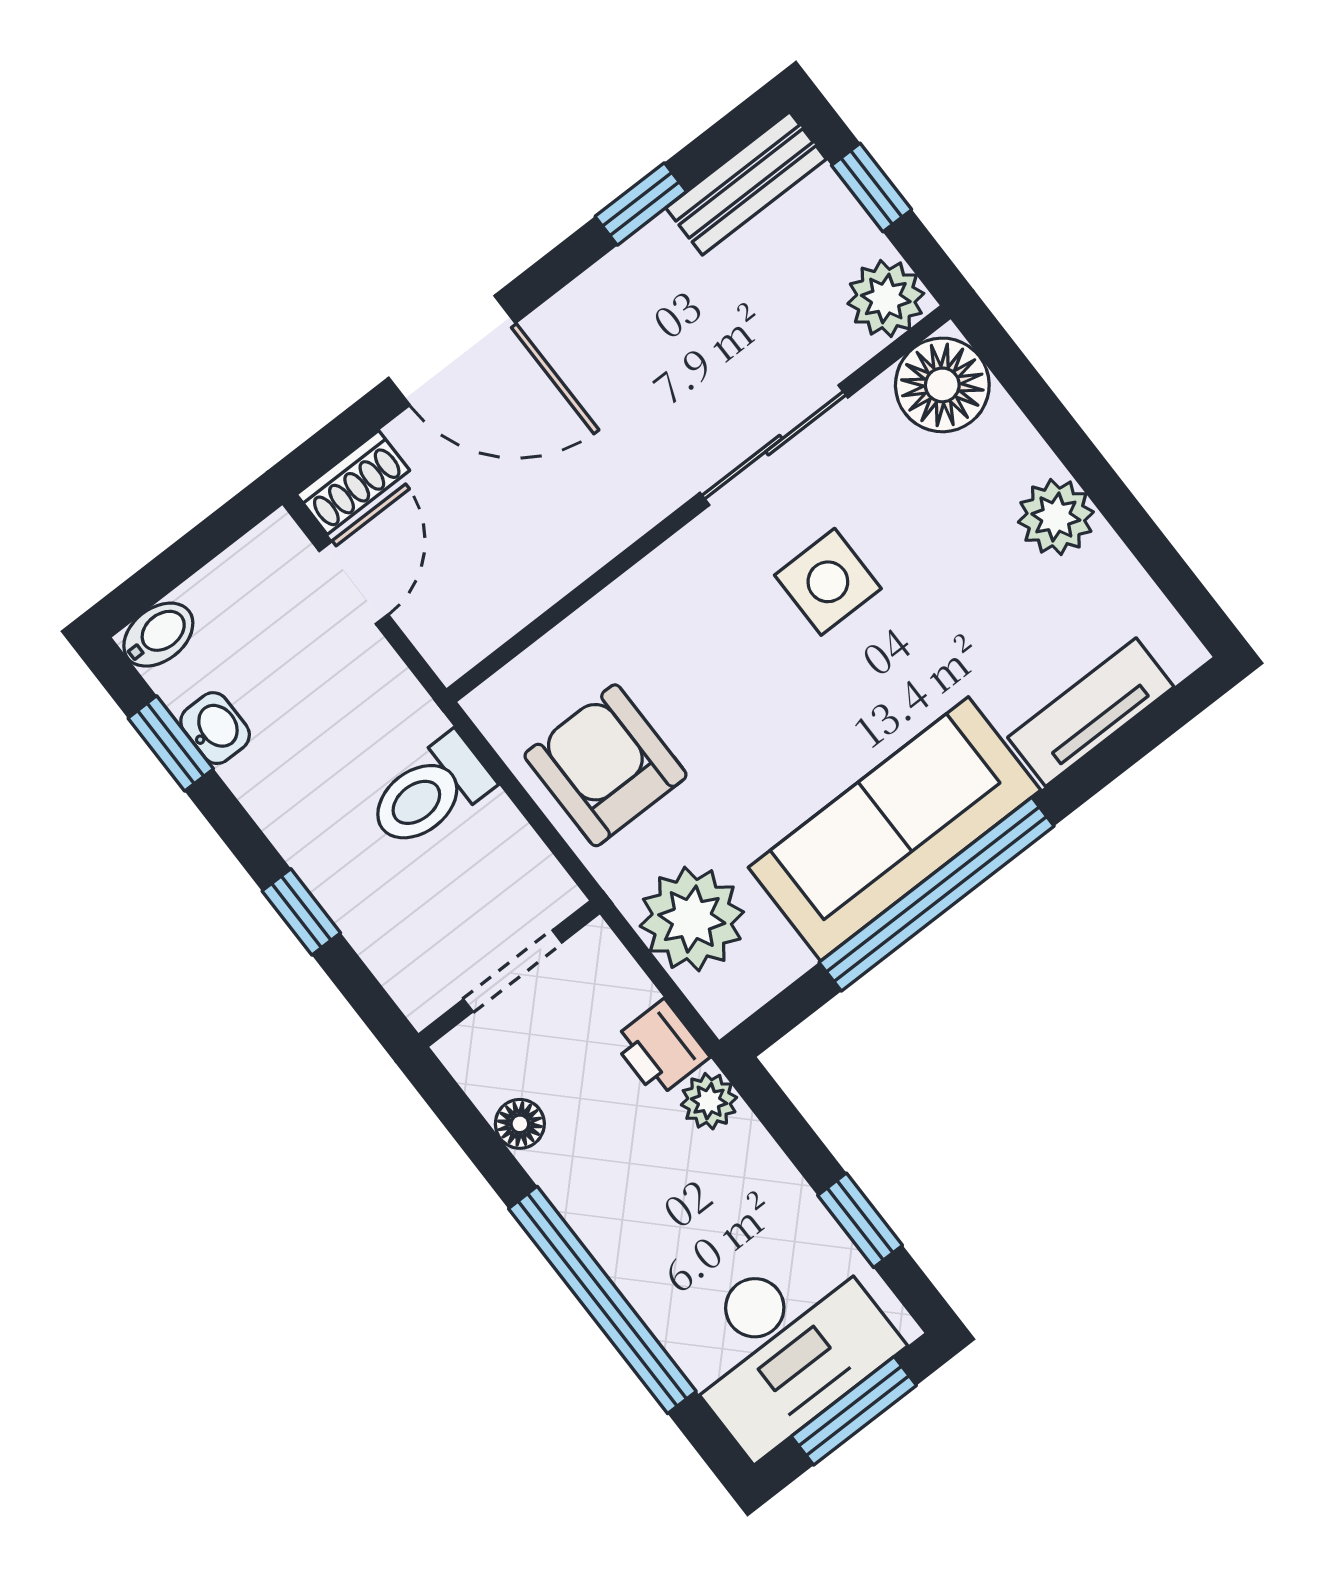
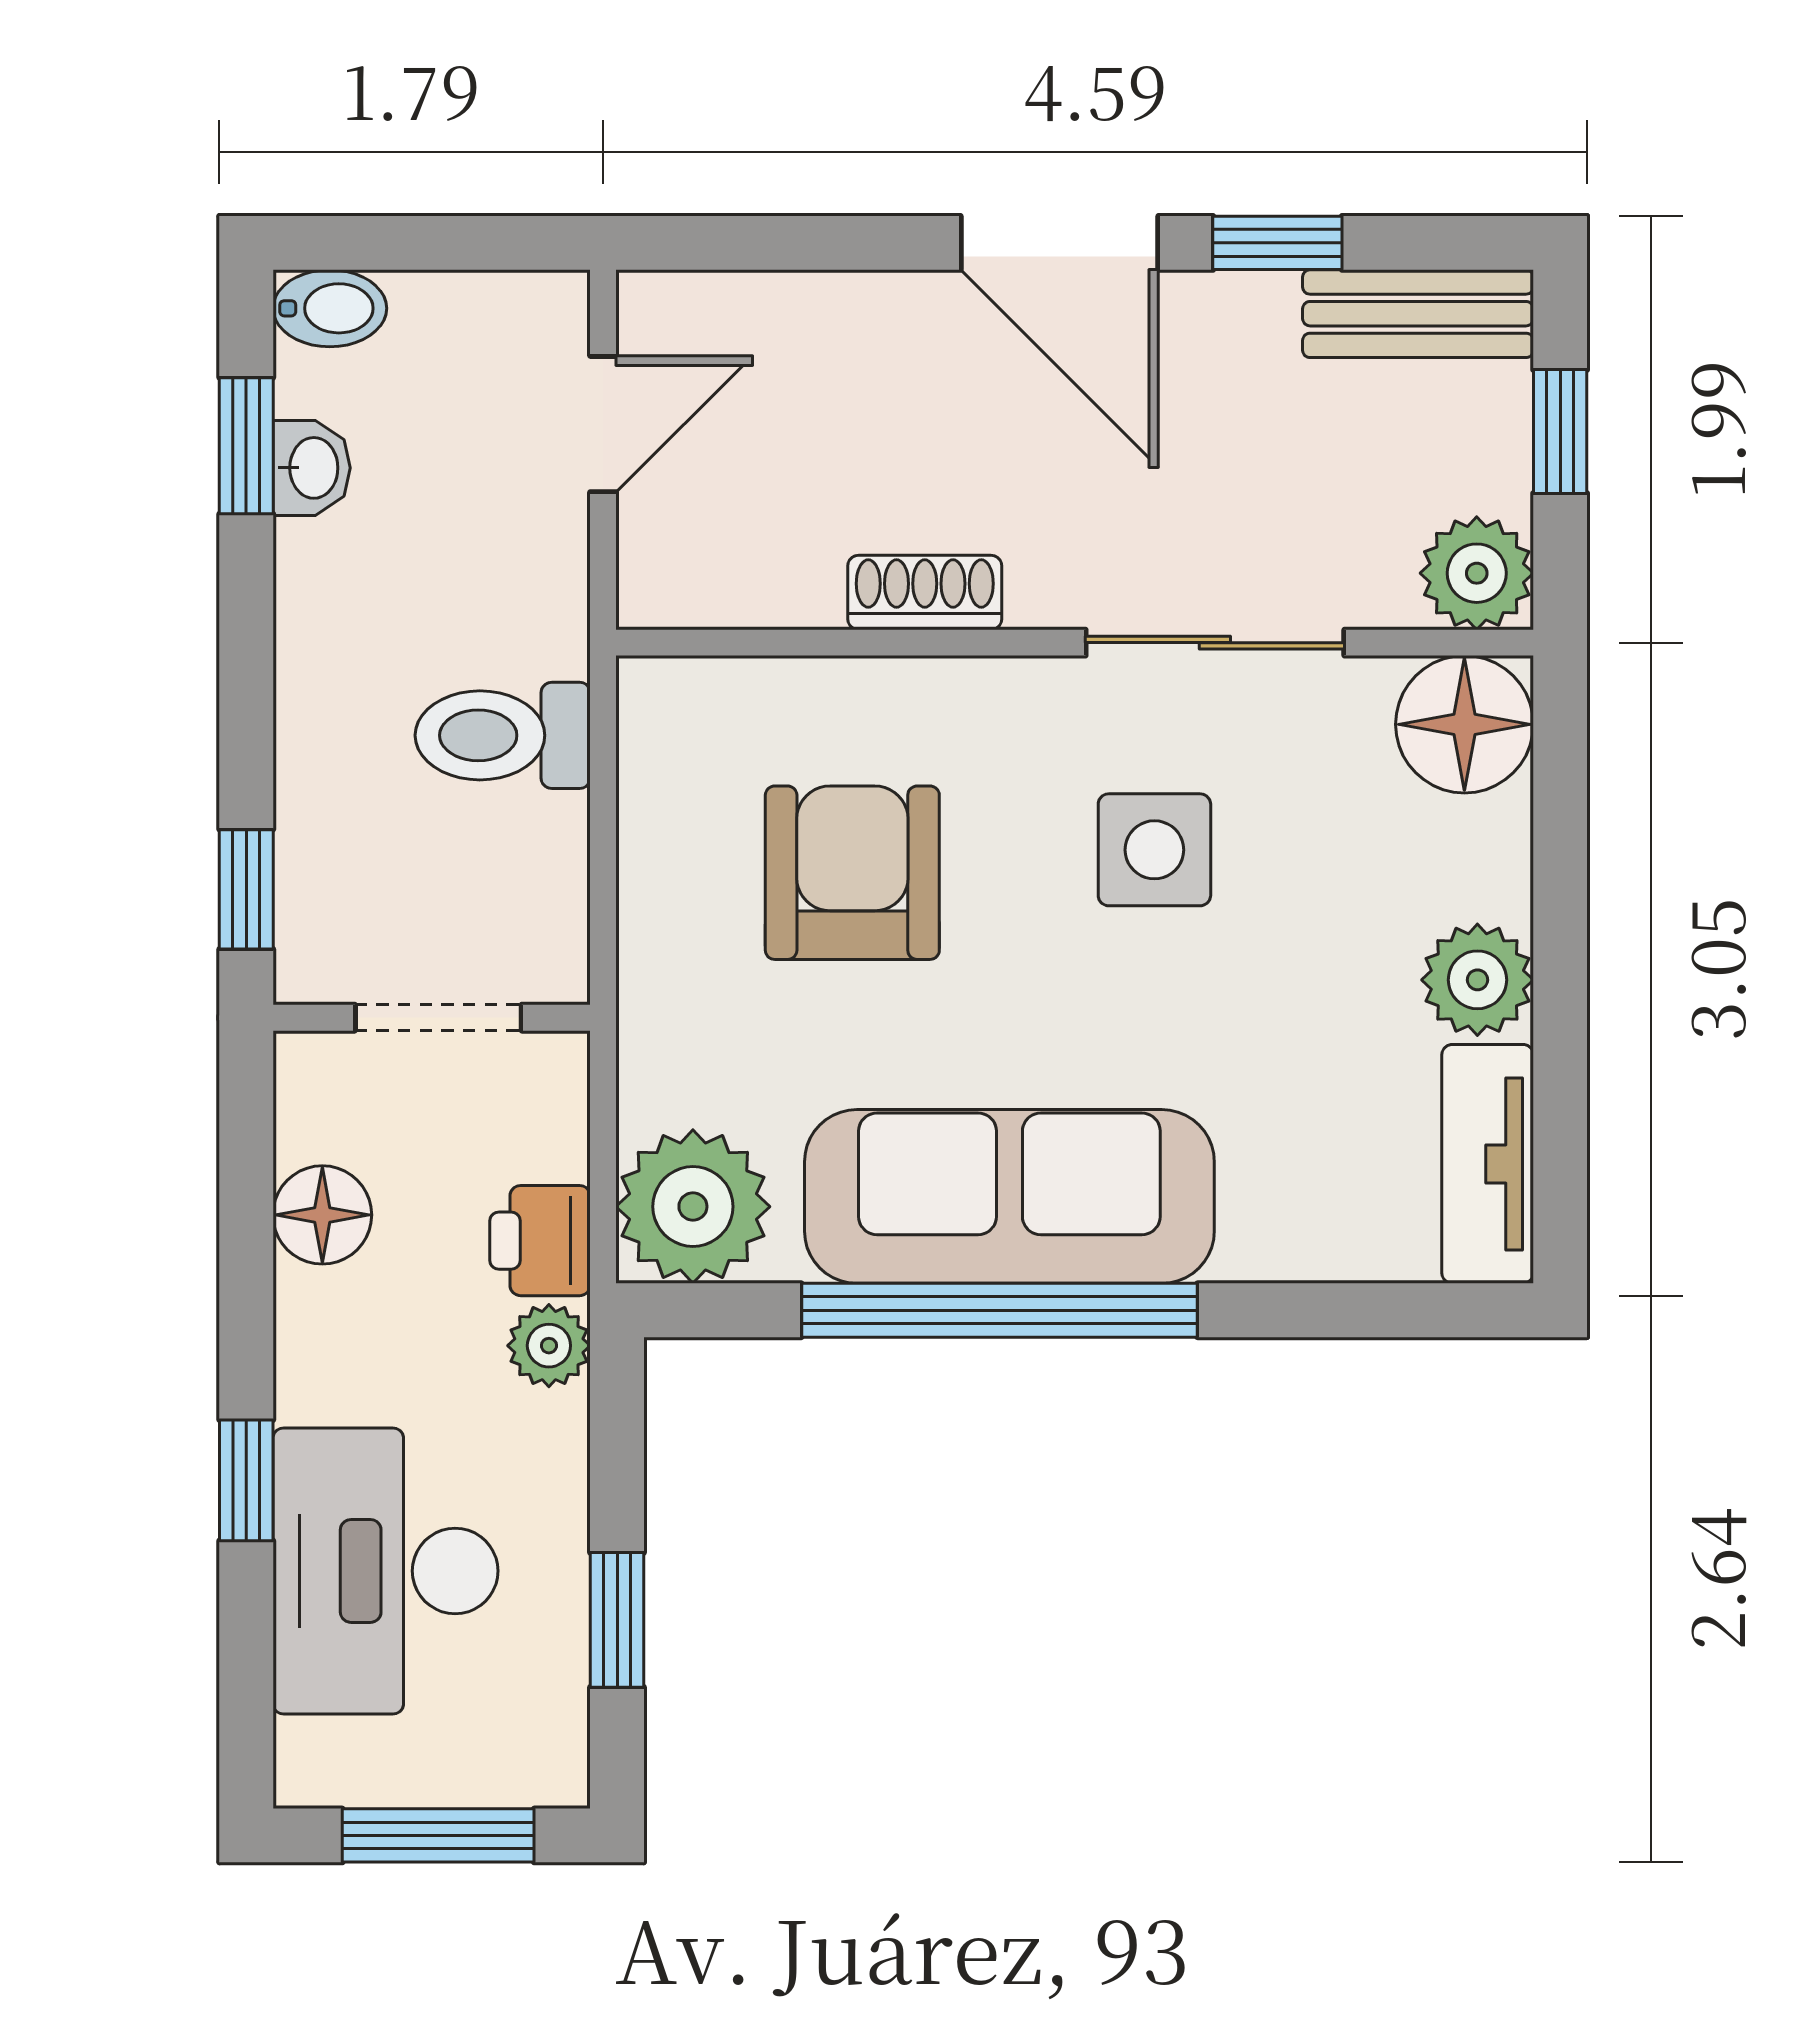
door: (452, 350) -> (1060, 243), moved
shoe rack: (353, 482) -> (925, 592), moved, turned 180
tv unit: (1091, 712) -> (1488, 1164), moved, turned -90
armchair: (606, 765) -> (852, 873), moved
window: (301, 912) -> (246, 889), moved
plant: (692, 919) -> (693, 1207), moved
floor lamp: (520, 1124) -> (322, 1215), width x1.37, depth x1.37
window: (602, 1300) -> (246, 1480), width x0.32
desk: (784, 1345) -> (385, 1571), moved, turned 90

